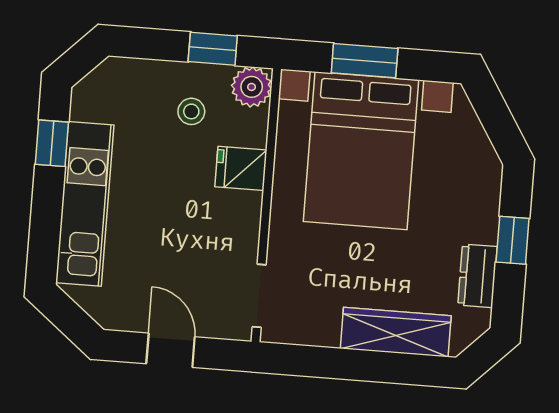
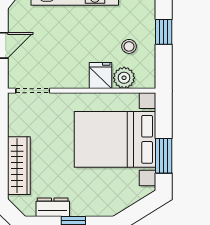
window: (213, 49) -> (164, 32), moved
window: (365, 61) -> (164, 156), moved
plant: (252, 87) -> (124, 78), moved

